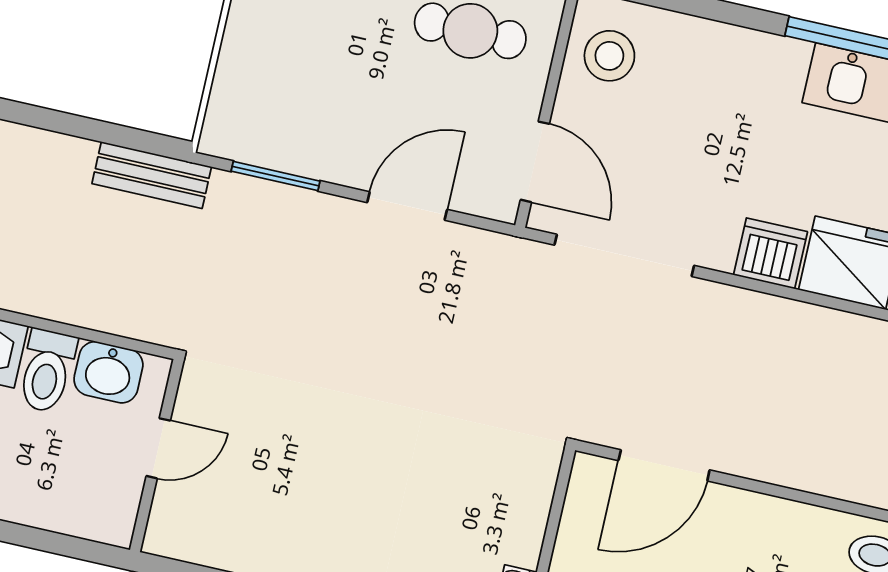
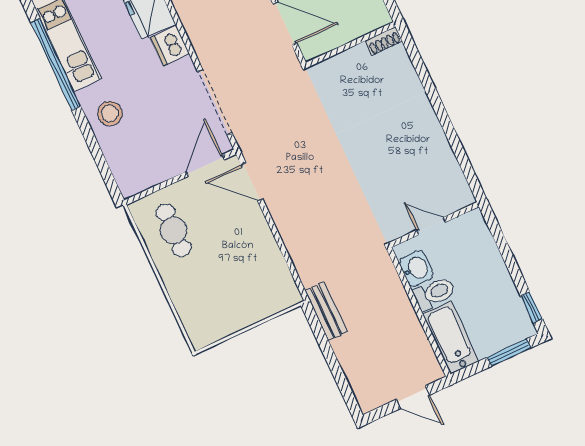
stool: (609, 56) -> (110, 113), moved
window: (276, 176) -> (289, 263), removed
door: (407, 206) -> (252, 182), moved

